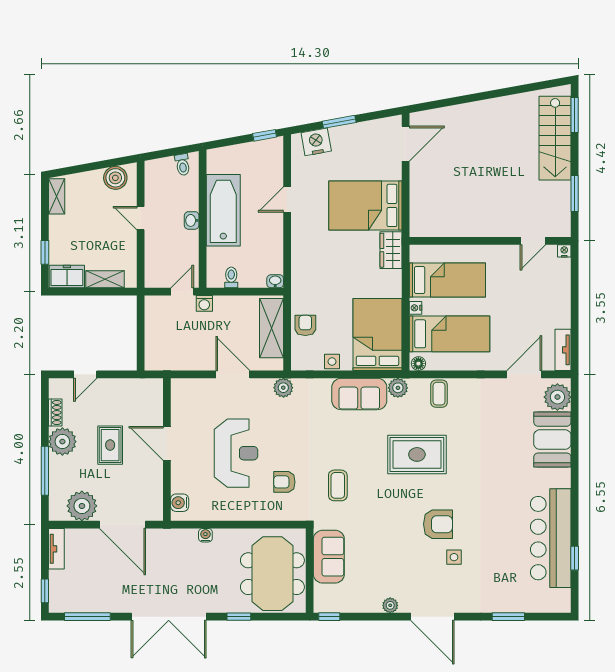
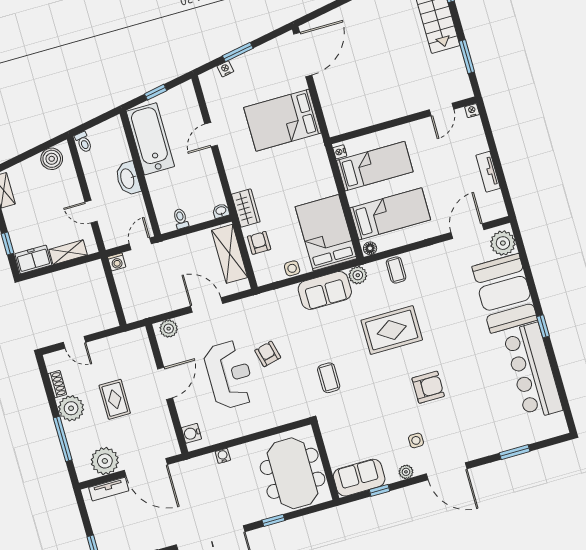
window: (265, 135) -> (156, 92), moved
nightstand: (316, 142) -> (225, 69), width x0.53, depth x0.56
door: (406, 144) -> (303, 55), width x1.36
toilet: (183, 165) -> (84, 142), moved
bathtub: (223, 210) -> (150, 139), moved
door: (141, 218) -> (91, 212), moved
washbasin: (192, 220) -> (128, 178), width x1.91, depth x1.45
wardrobe: (391, 250) -> (246, 208), moved, turned 180
washing machine: (204, 303) -> (117, 262), moved
nightstand: (415, 308) -> (340, 152), moved
tv unit: (563, 350) -> (488, 172), moved
door: (85, 374) -> (75, 342), hinge flipped
plant: (283, 388) -> (169, 329), moved
booth: (552, 440) -> (505, 293), width x1.36, depth x1.42
door: (167, 443) -> (165, 383), swing flipped
armchair: (284, 482) -> (268, 354), moved, turned 76
tv unit: (56, 549) -> (109, 489), moved, turned 90
sofa: (329, 557) -> (359, 478), moved, turned -90
side table: (454, 557) -> (416, 440), moved
window: (575, 558) -> (543, 326), moved
window: (329, 617) -> (379, 490), moved

